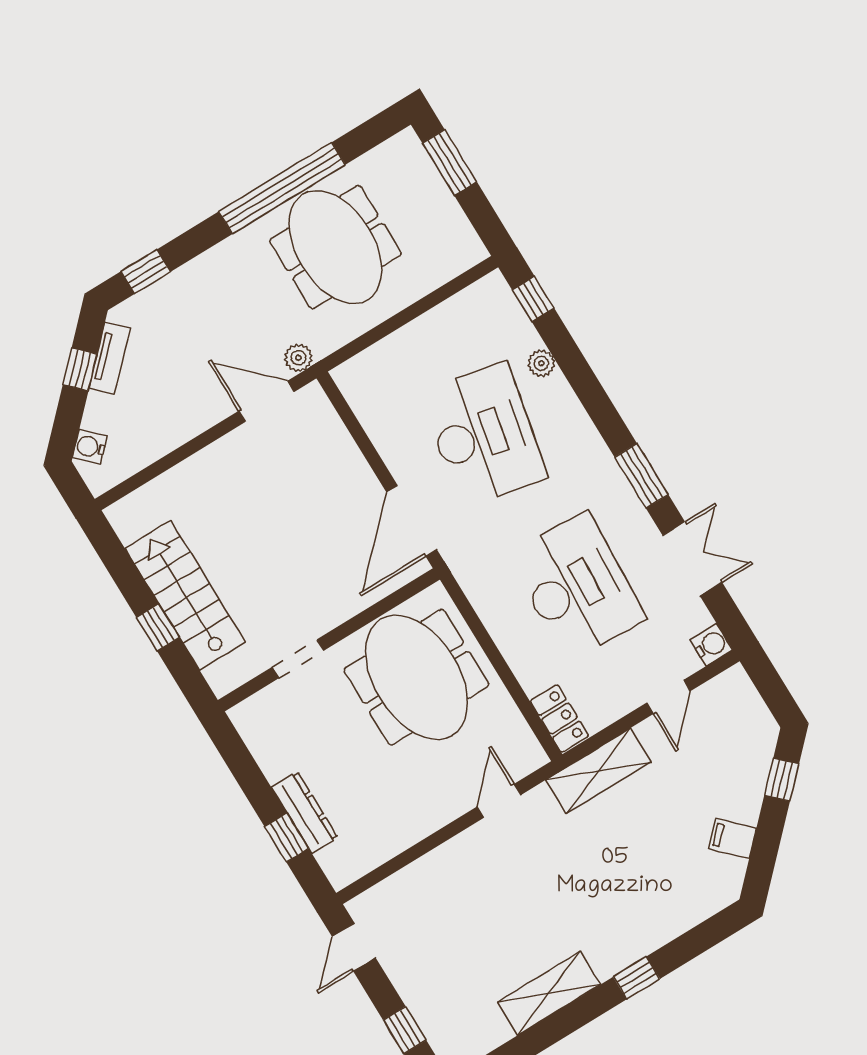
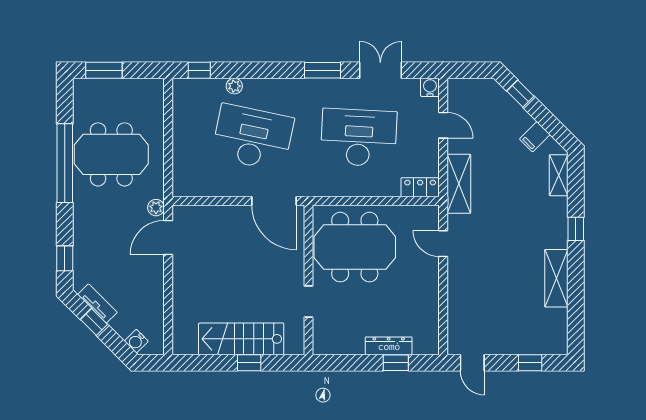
shelving: (698, 906) -> (559, 175), added

